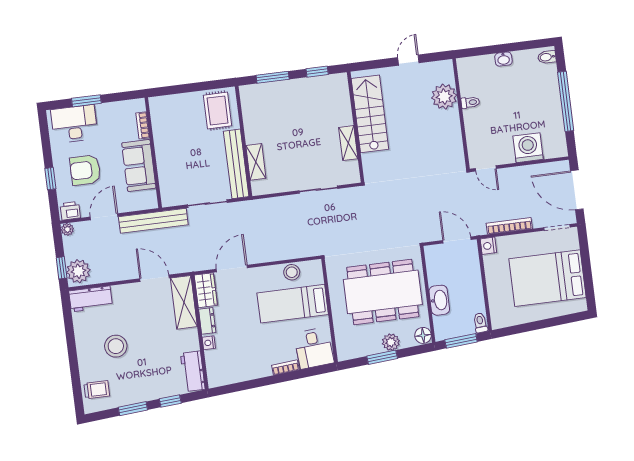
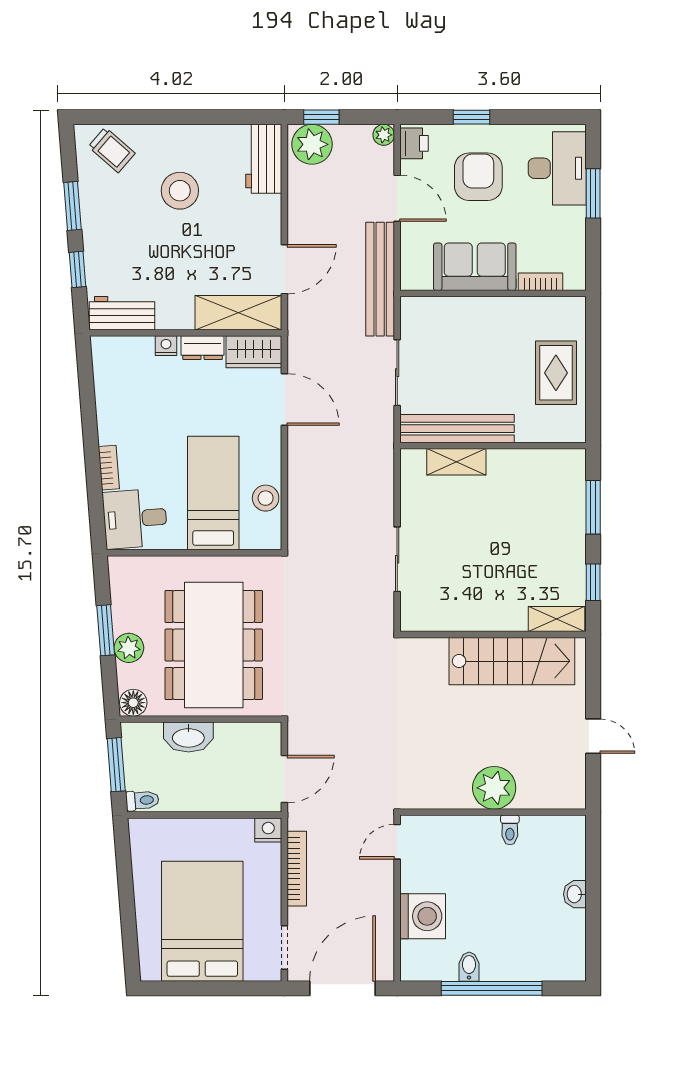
bidet: (547, 57) -> (469, 967), moved
plant: (444, 97) -> (494, 788), moved
rug: (218, 111) -> (556, 373), moved, turned 90
shelving: (348, 143) -> (556, 619), moved
trolley: (97, 390) -> (112, 150), turned -49

